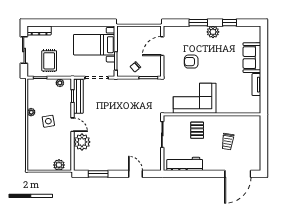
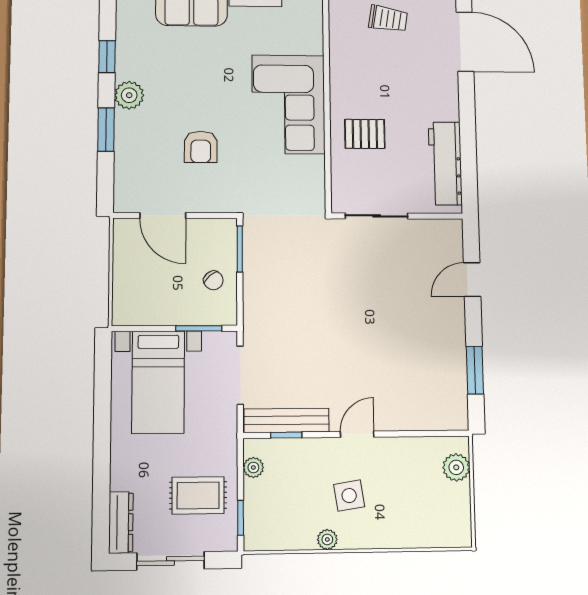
corner sofa: (195, 98) -> (288, 104), moved
trolley: (228, 141) -> (388, 19), moved
plant: (82, 142) -> (399, 411), removed

